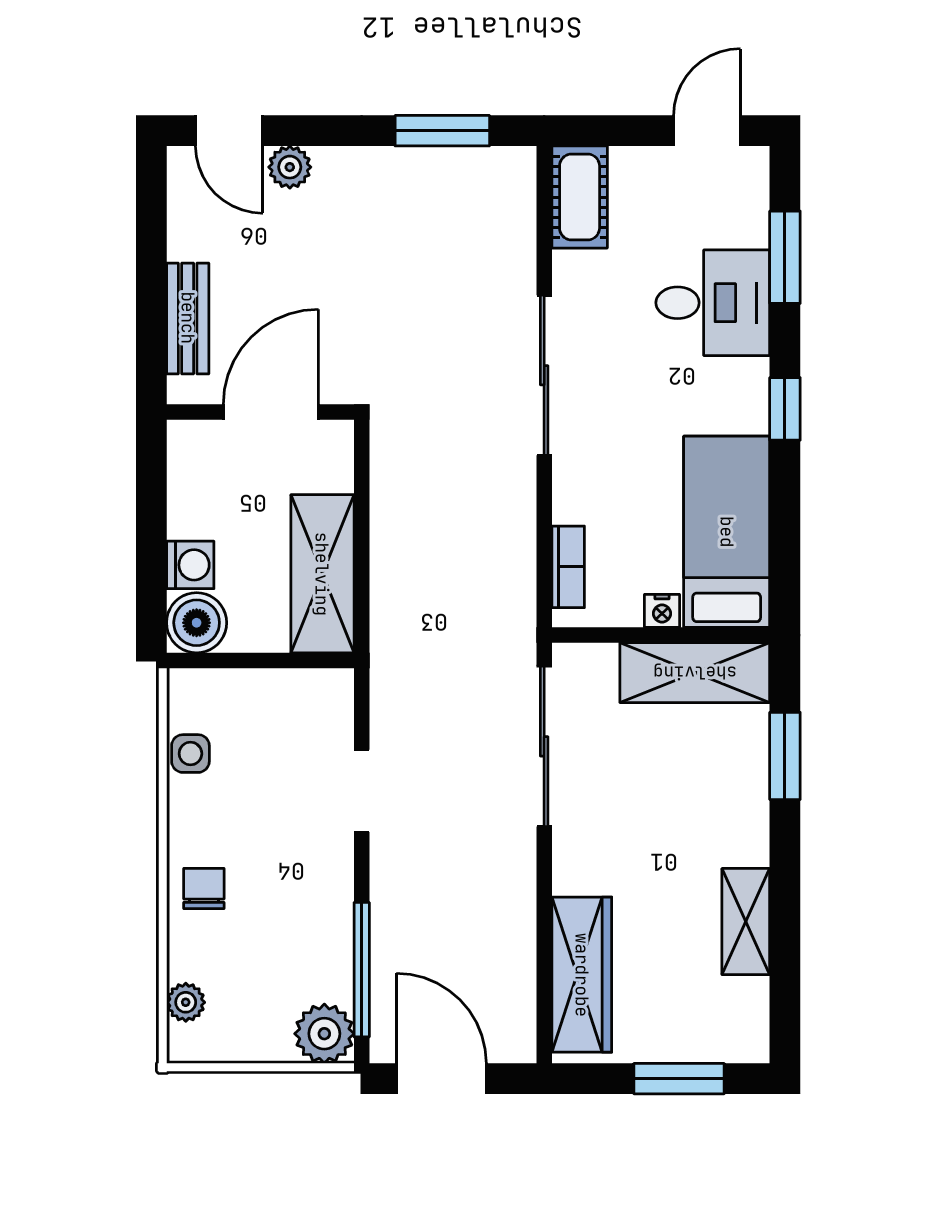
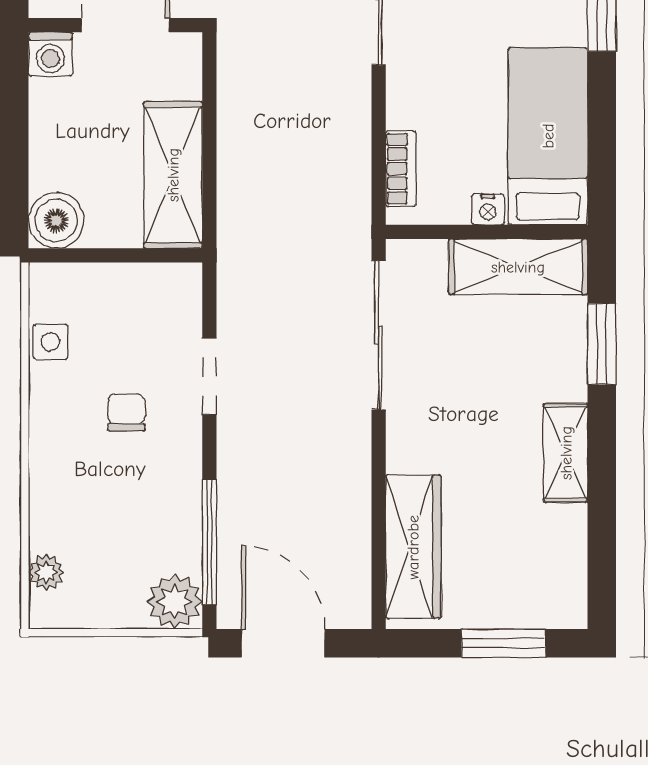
washing machine: (190, 565) -> (50, 54), moved, turned 90
chair: (204, 889) -> (127, 413), moved
shelving: (746, 922) -> (566, 453), moved

